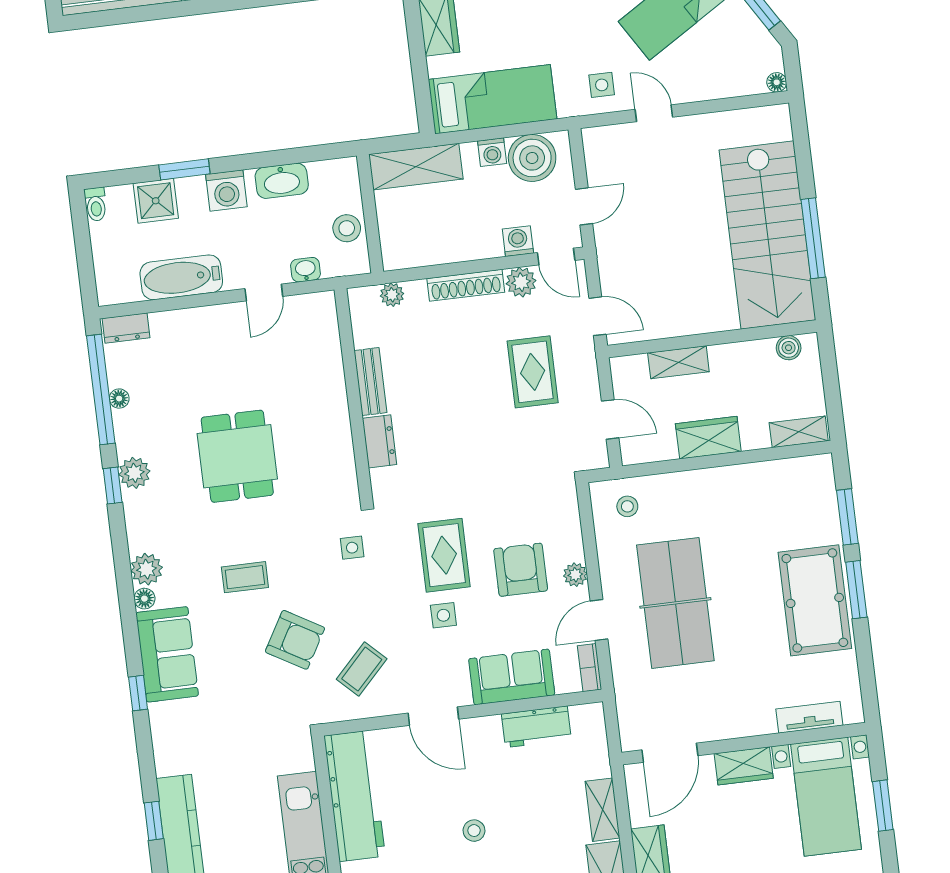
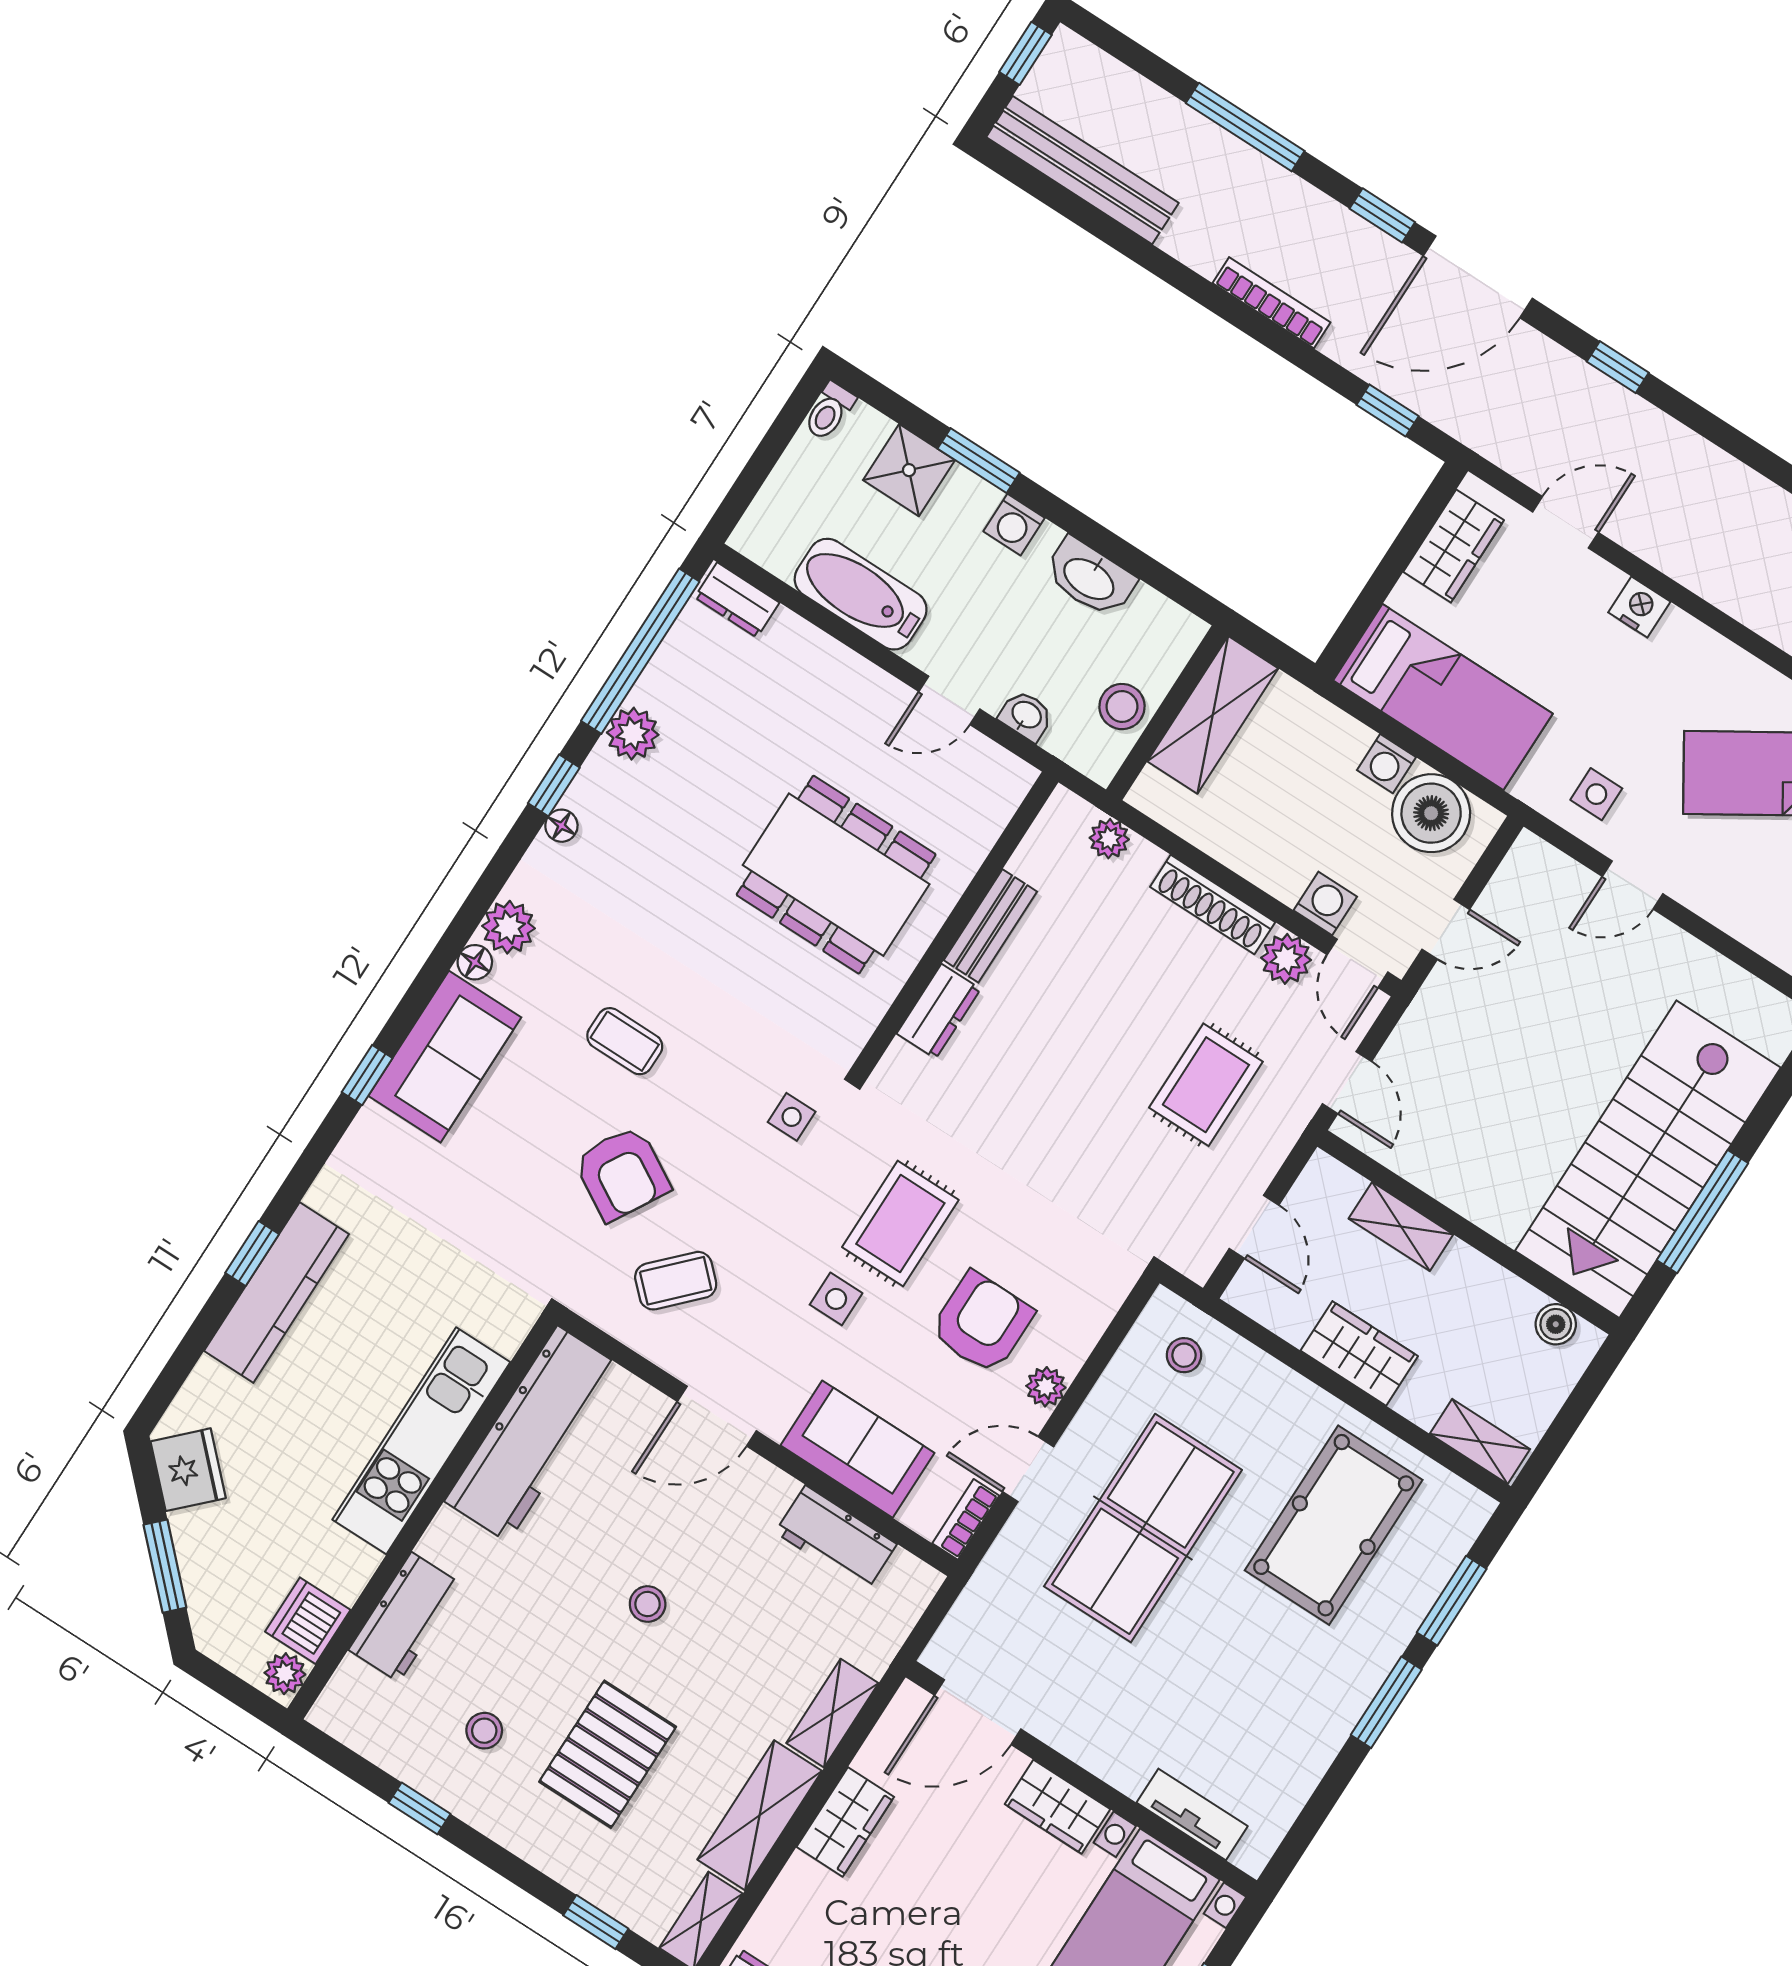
door: (654, 113) -> (1633, 885), swing flipped
shelving: (416, 167) -> (1213, 715), moved, turned 90
washing machine: (226, 191) -> (1014, 525), width x0.73, depth x0.73
floor lamp: (119, 399) -> (561, 826), moved
dining table: (237, 456) -> (836, 875), moved, width x1.37
plant: (134, 473) -> (633, 734), moved
pool table: (815, 600) -> (1334, 1525), moved
door: (433, 716) -> (717, 1416), hinge flipped

